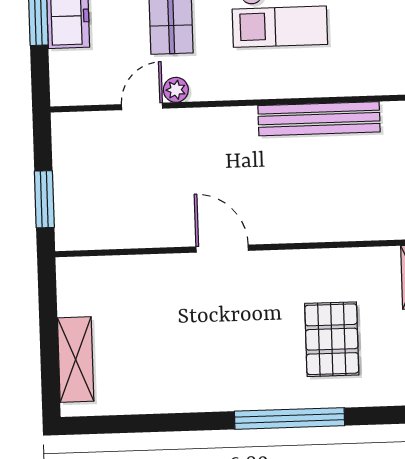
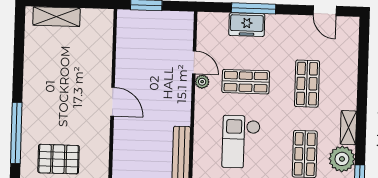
door: (222, 249) -> (113, 102), hinge flipped

